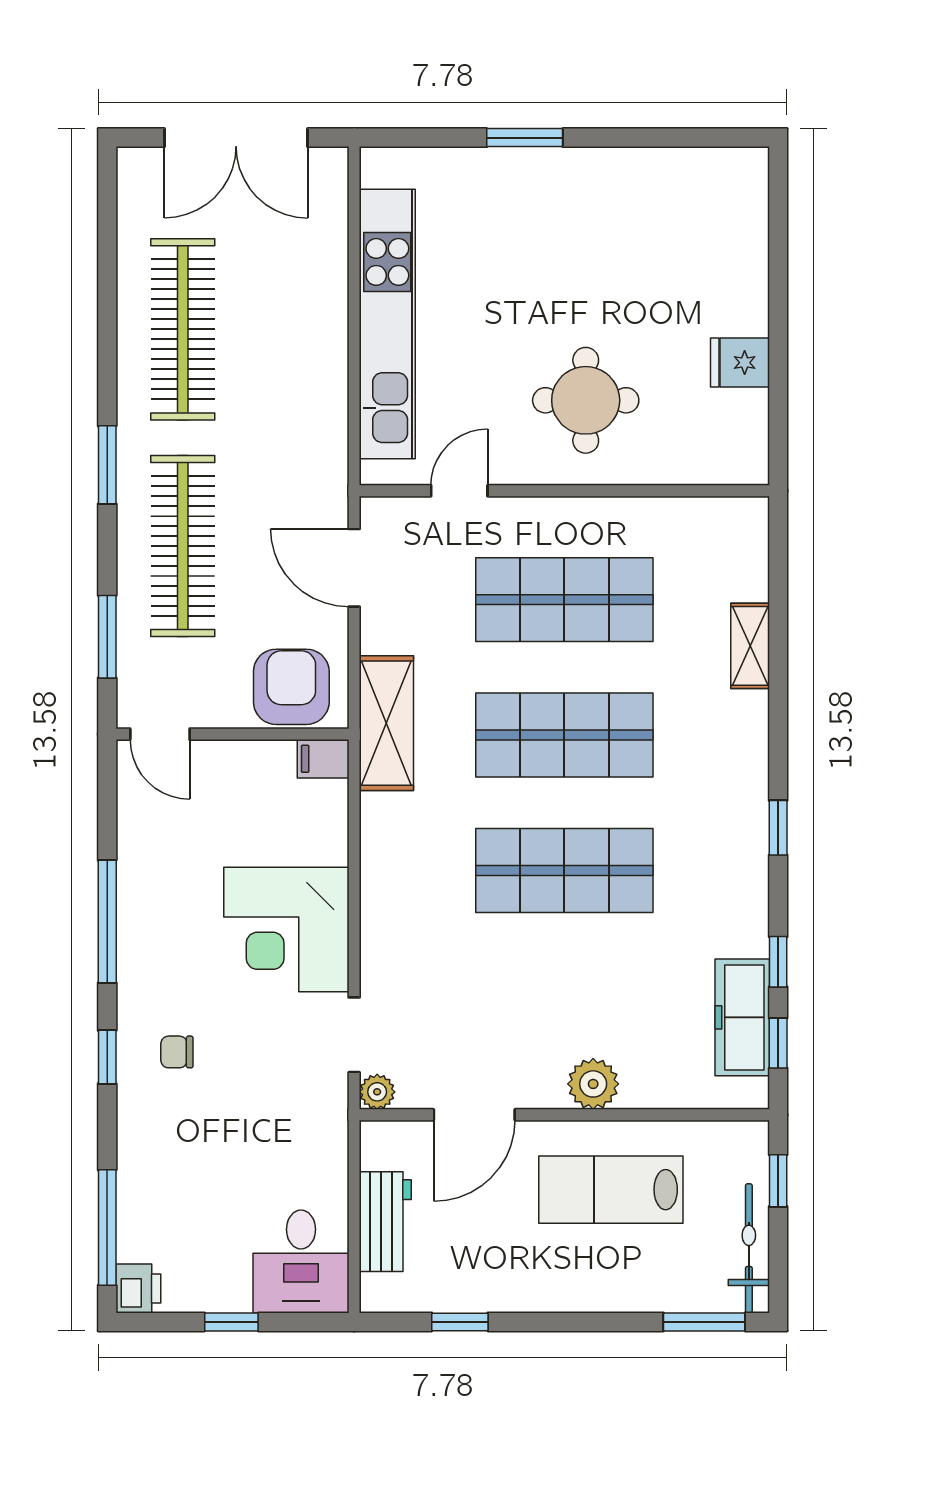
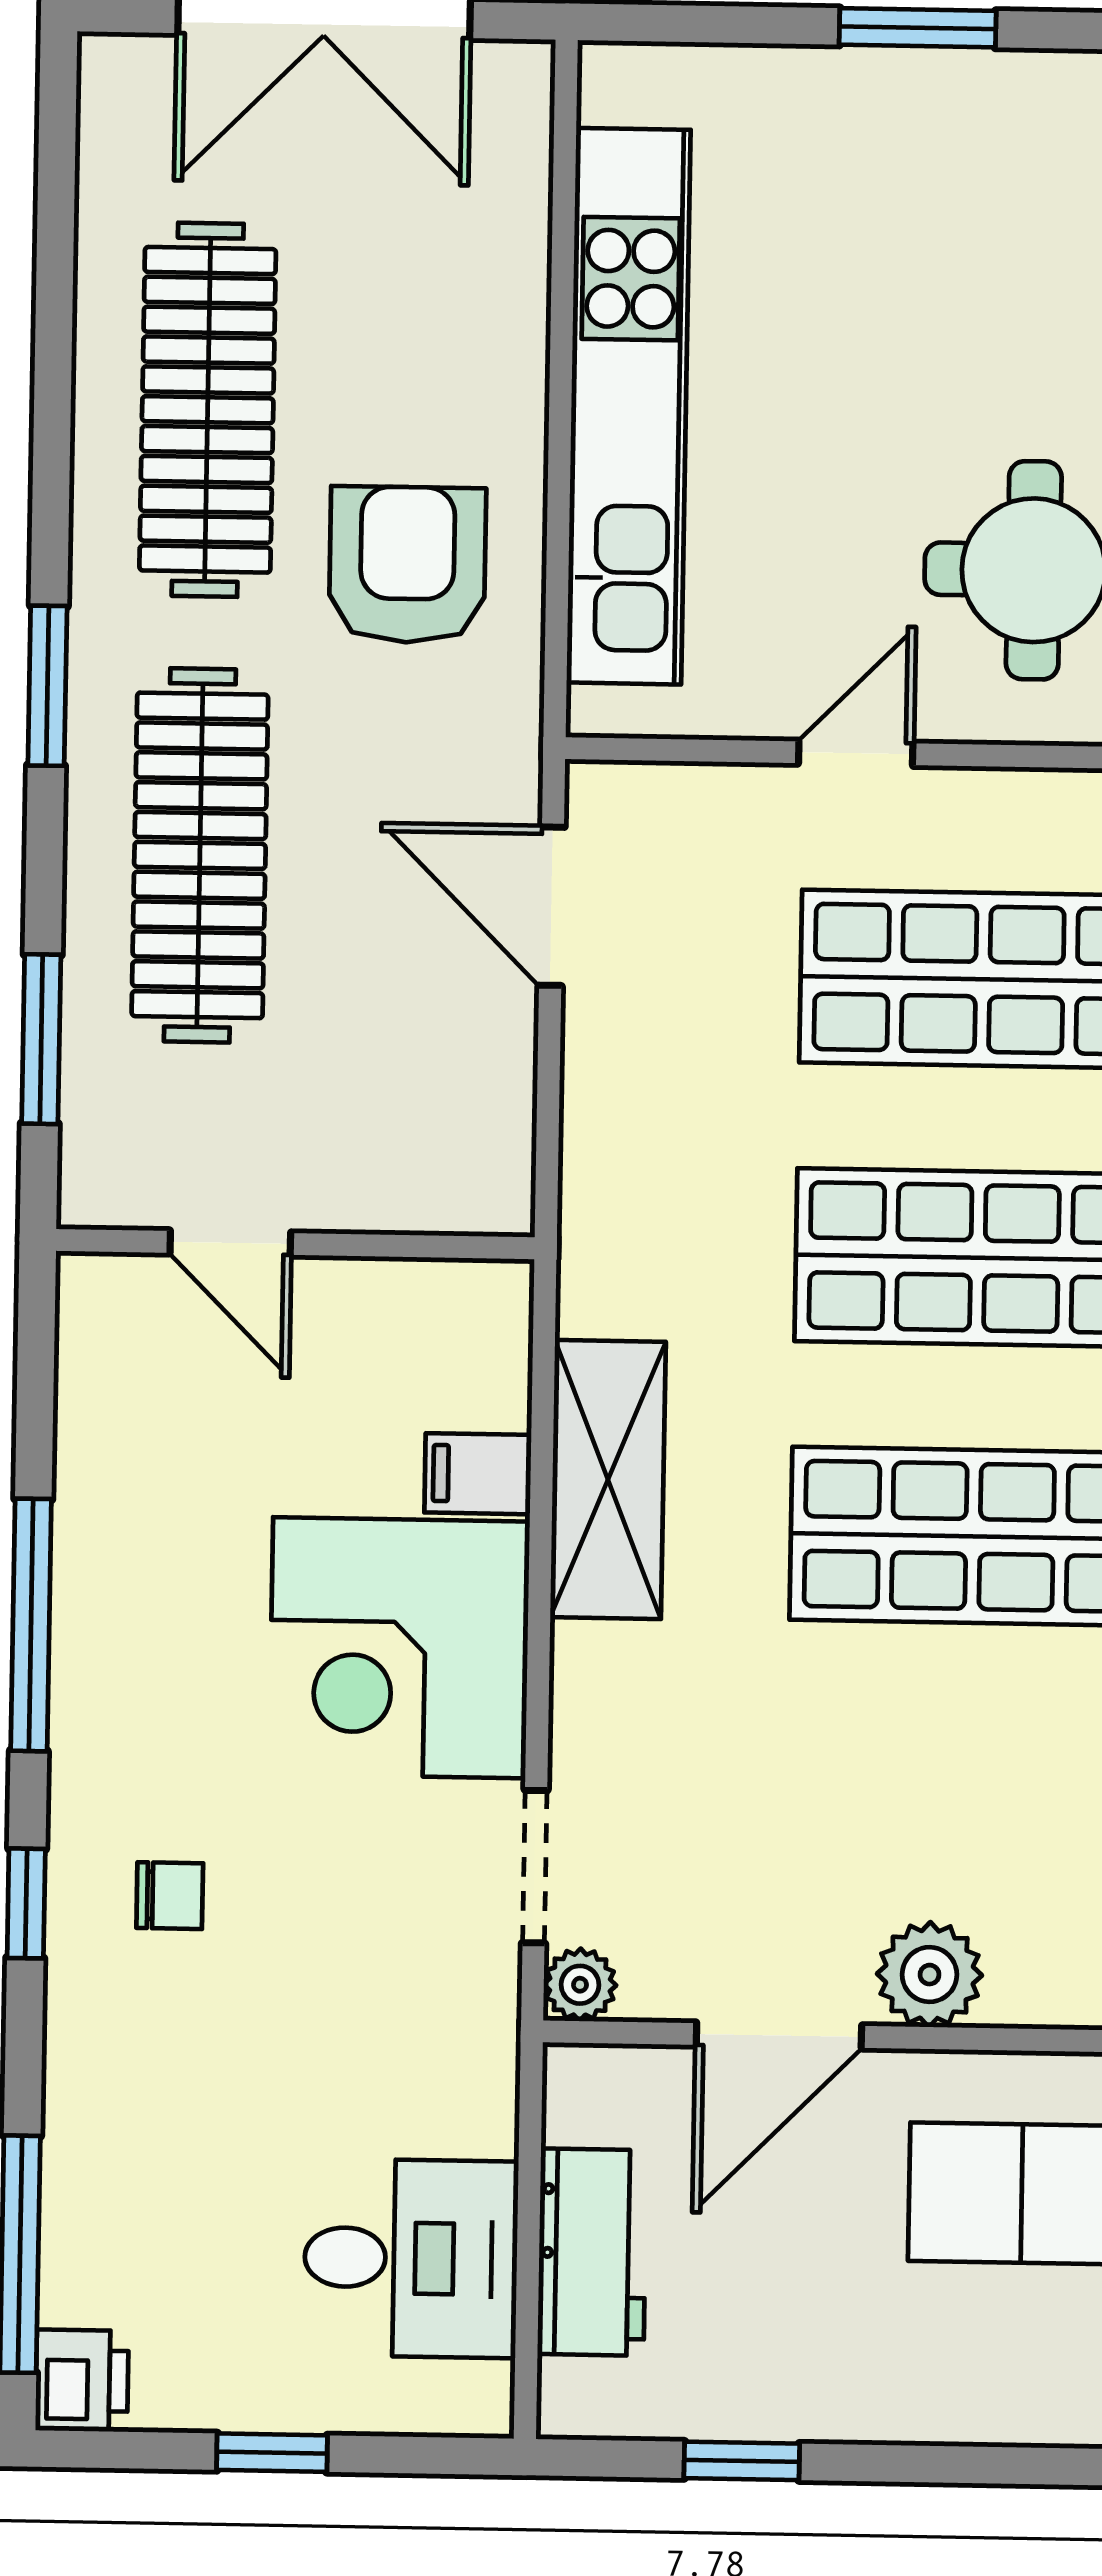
door: (459, 491) -> (856, 753), moved
armchair: (291, 687) -> (407, 565), moved
shelving: (386, 723) -> (608, 1479), moved
door: (160, 734) -> (230, 1243), moved
filing cabinet: (323, 759) -> (478, 1474), moved
chair: (177, 1052) -> (170, 1896), turned 180
plant: (593, 1084) -> (929, 1975), moved
desk: (301, 1261) -> (411, 2258), moved, turned -90

